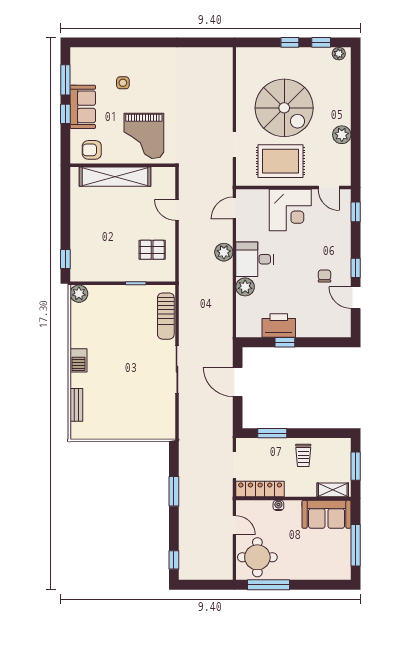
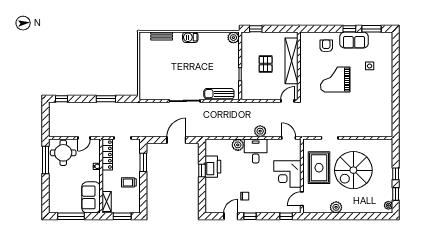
wall: (123, 165) -> (299, 66), moved
shelving: (115, 177) -> (291, 61), moved
pallet: (152, 250) -> (266, 64), moved

